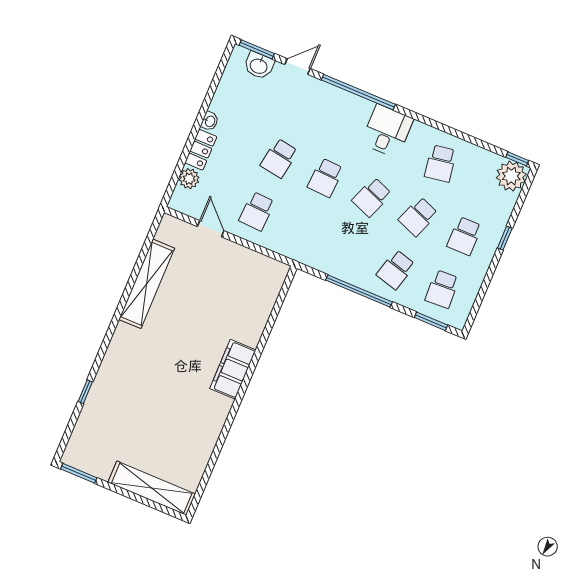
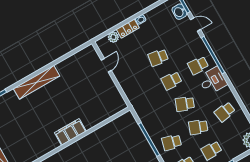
school desk: (257, 211) -> (198, 65), moved
shelving: (147, 284) -> (37, 82), moved

